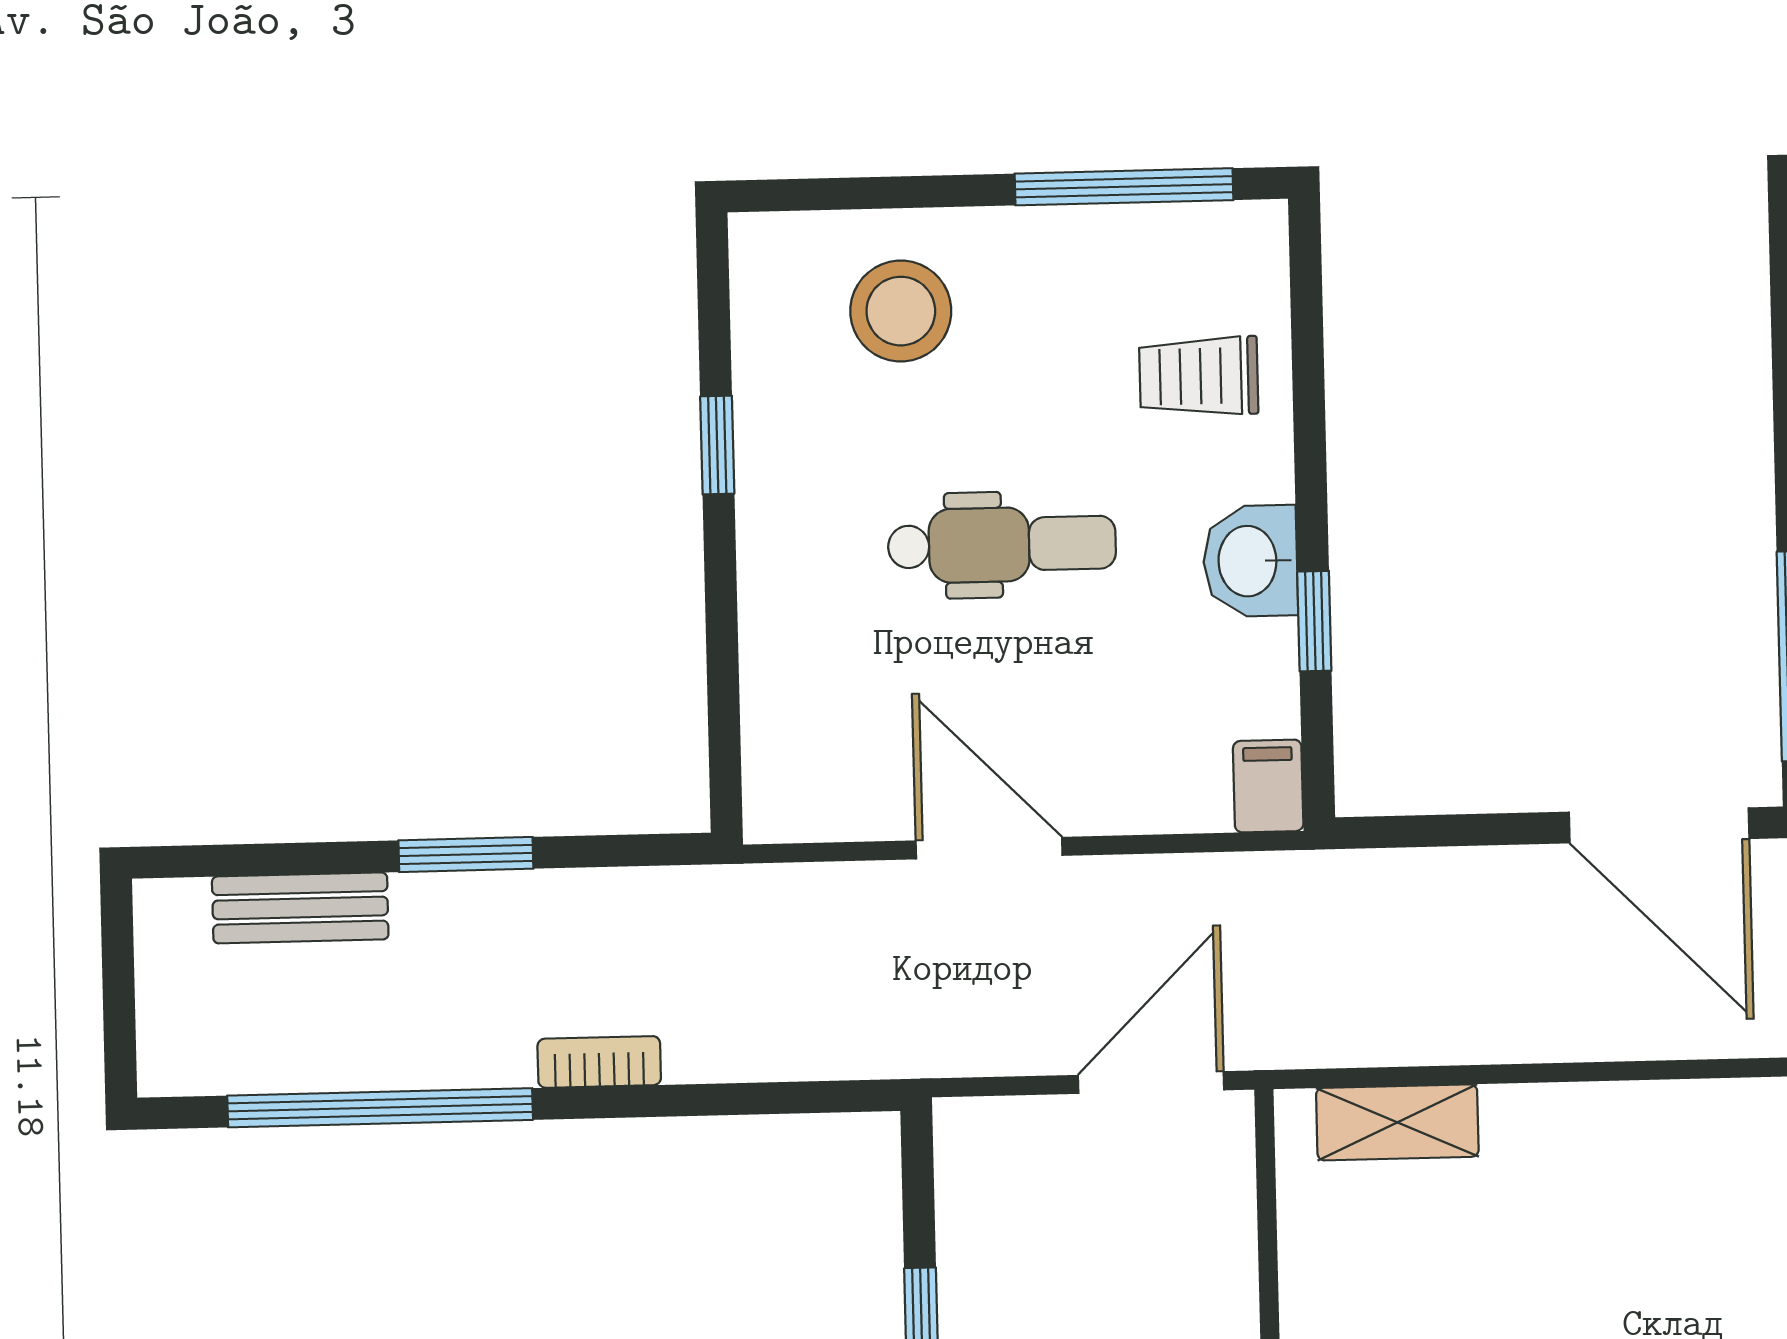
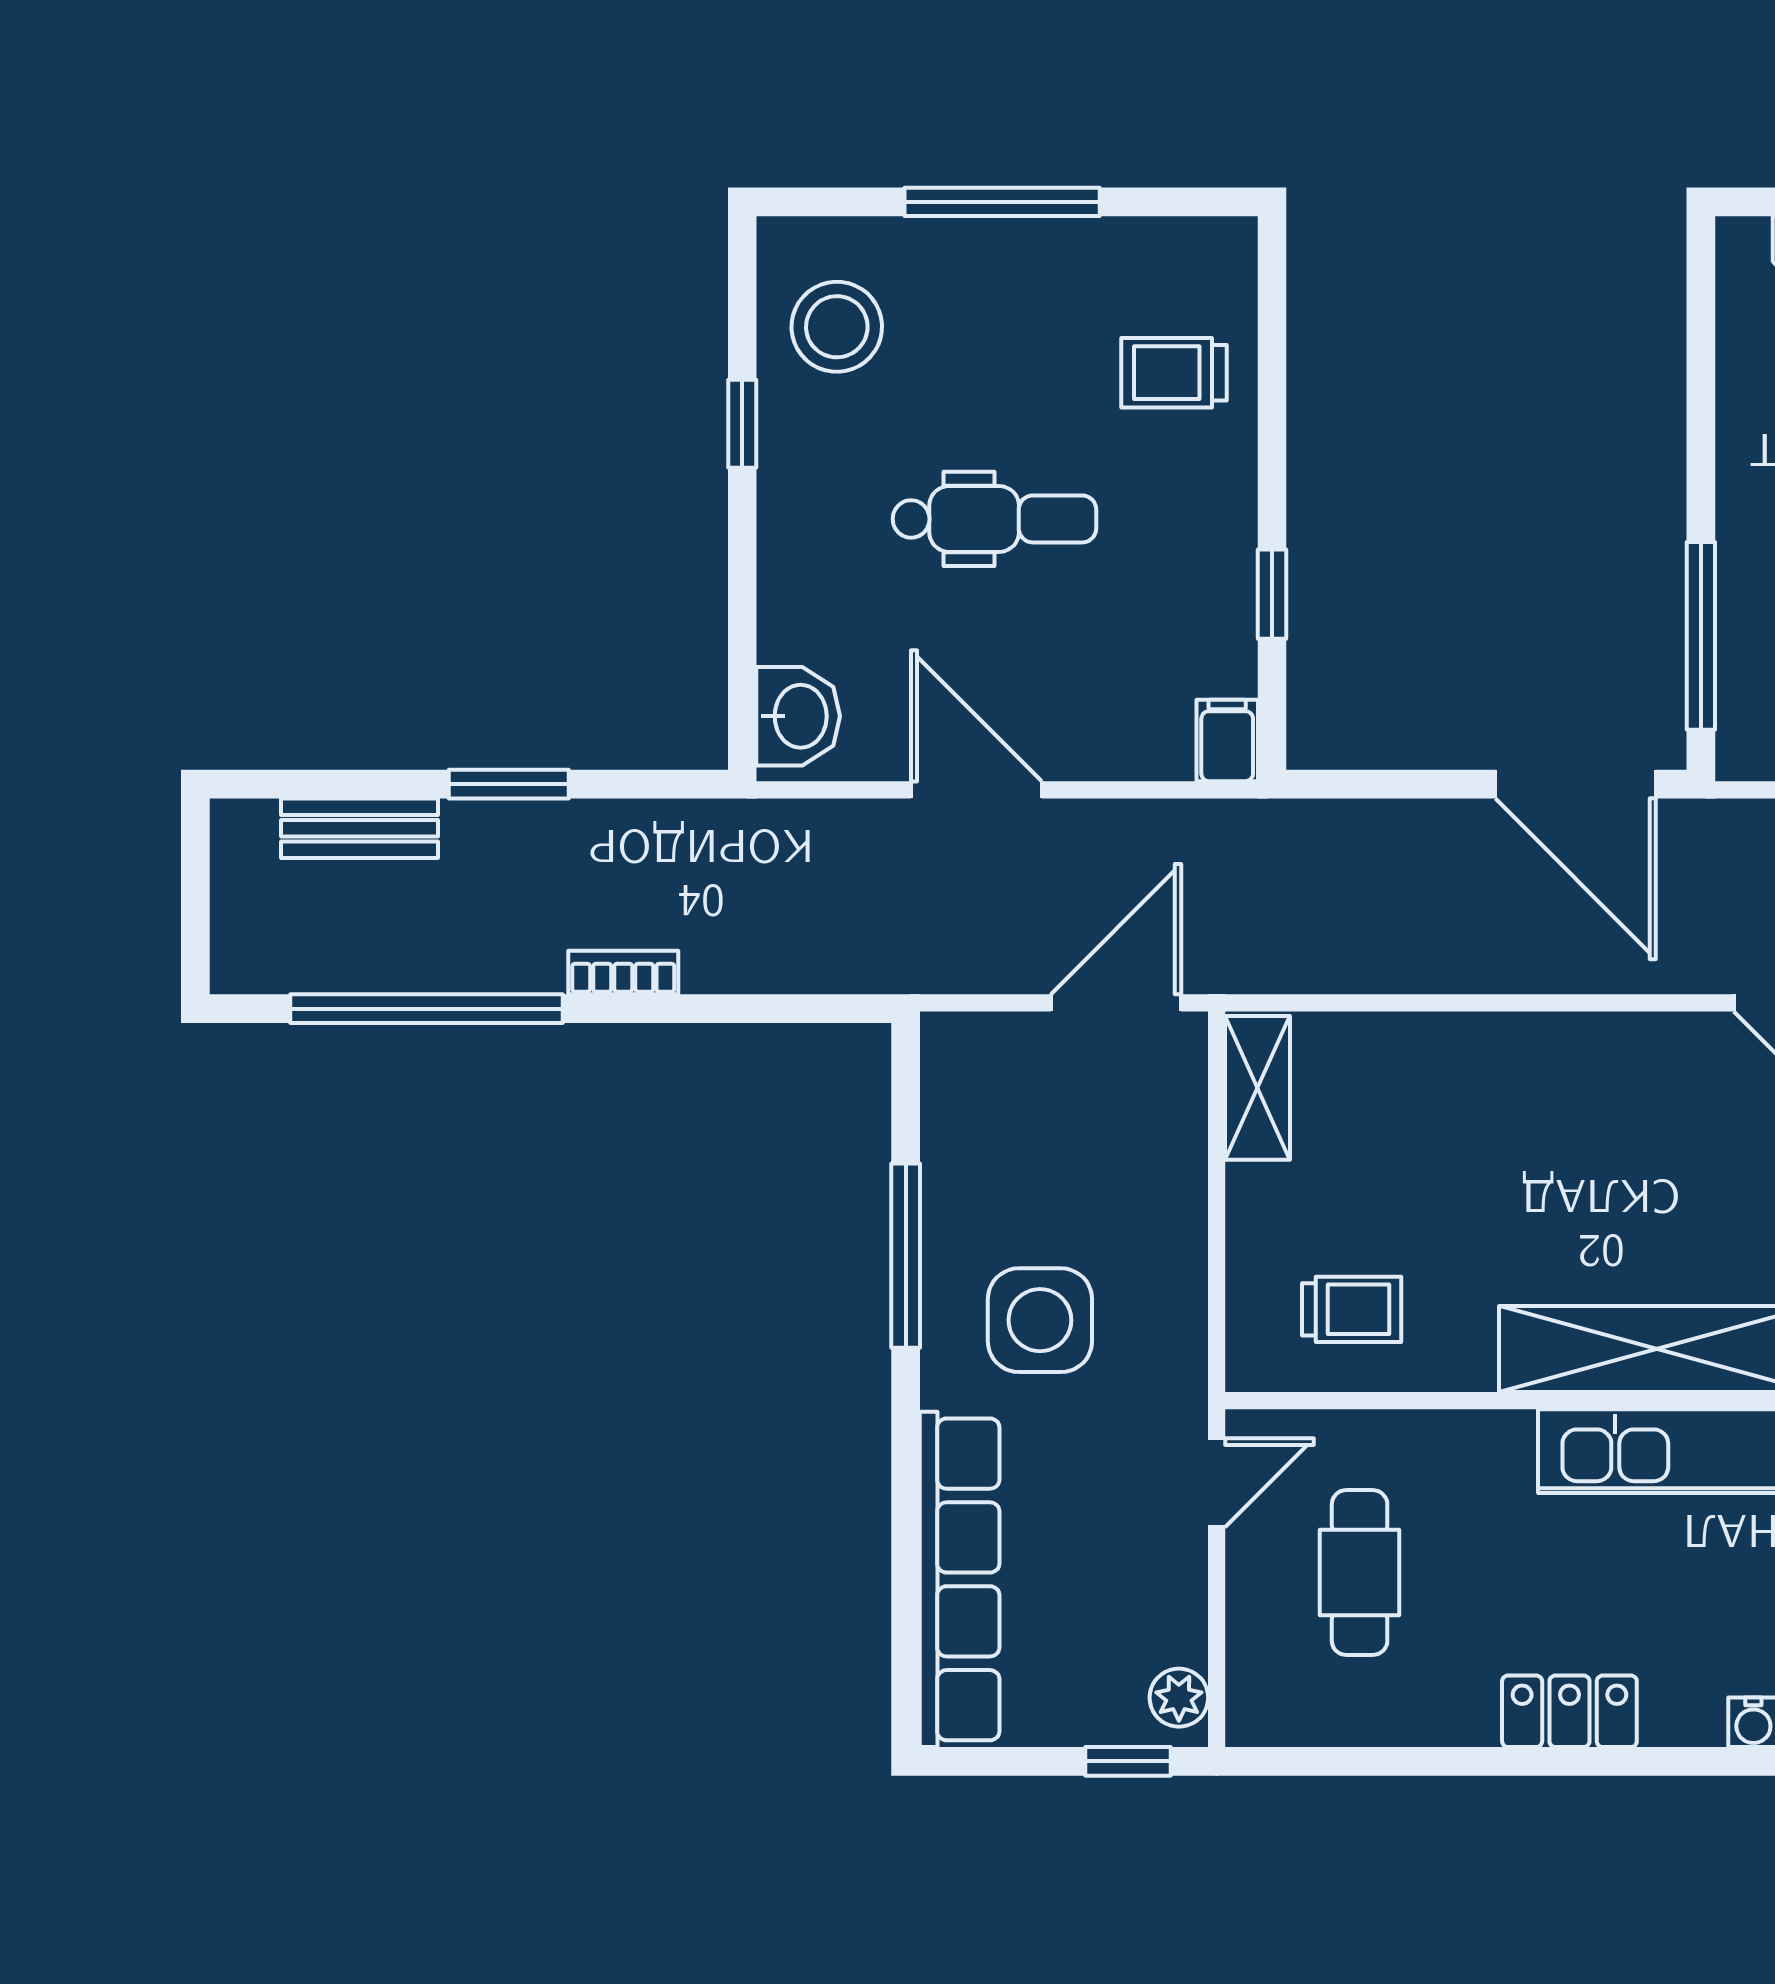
window: (1124, 187) -> (1002, 202), moved
stool: (901, 311) -> (837, 327), moved
washbasin: (1250, 561) -> (798, 716), moved, turned 180
shelving: (1397, 1122) -> (1258, 1088), moved, turned 90

